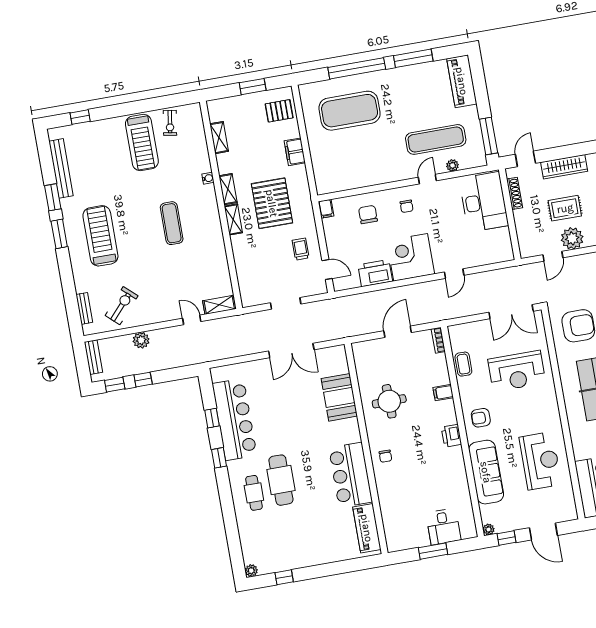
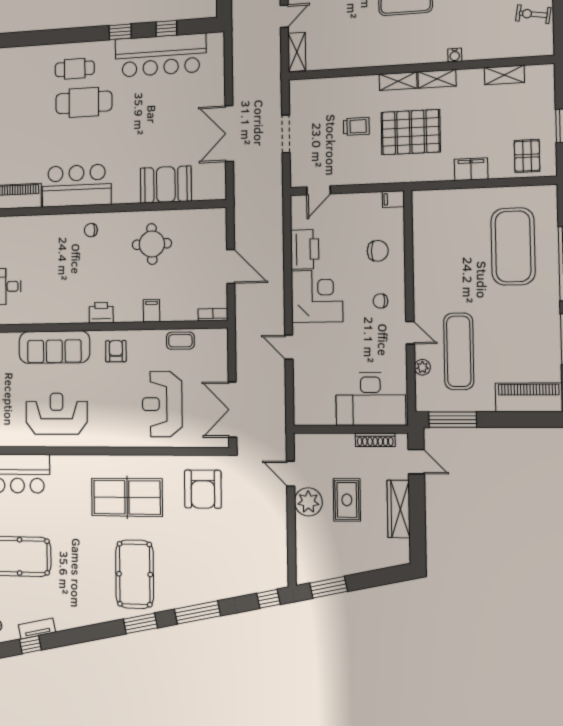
trolley: (301, 249) -> (356, 126), moved
reception desk: (540, 461) -> (57, 414), turned 180

